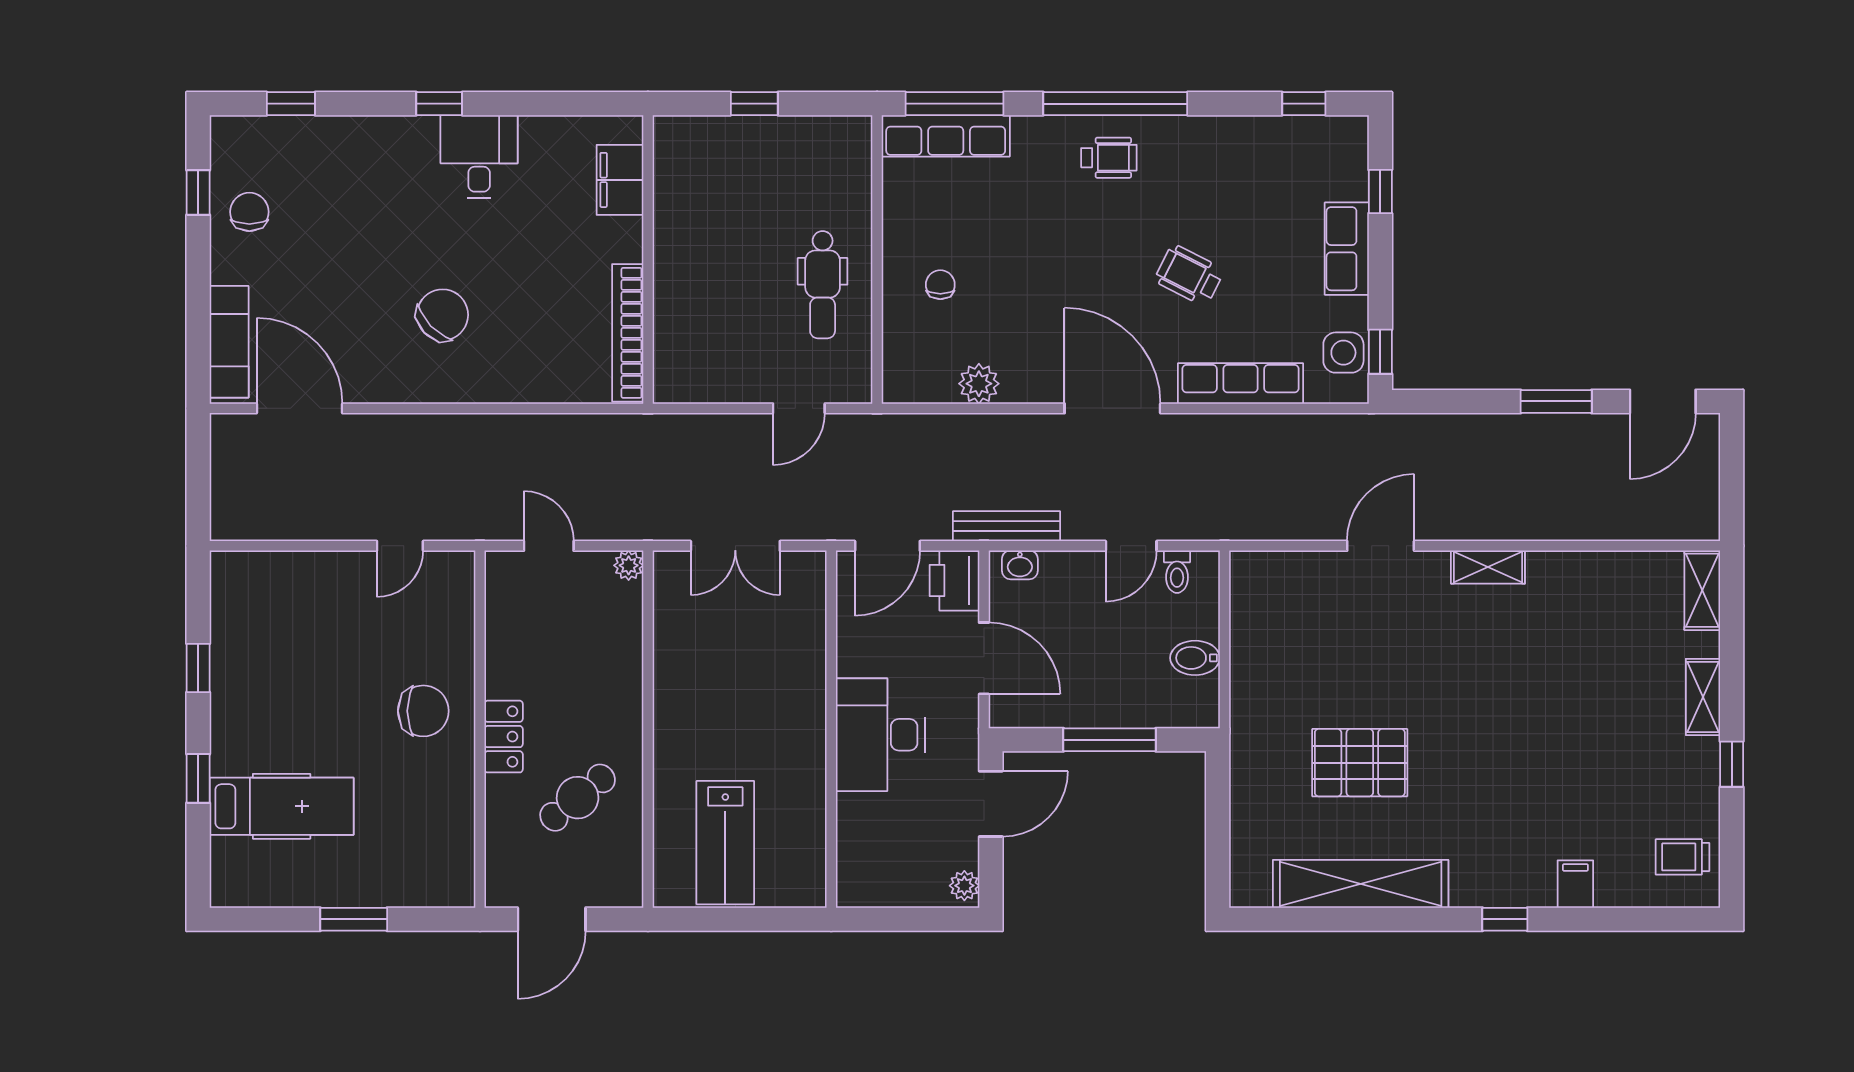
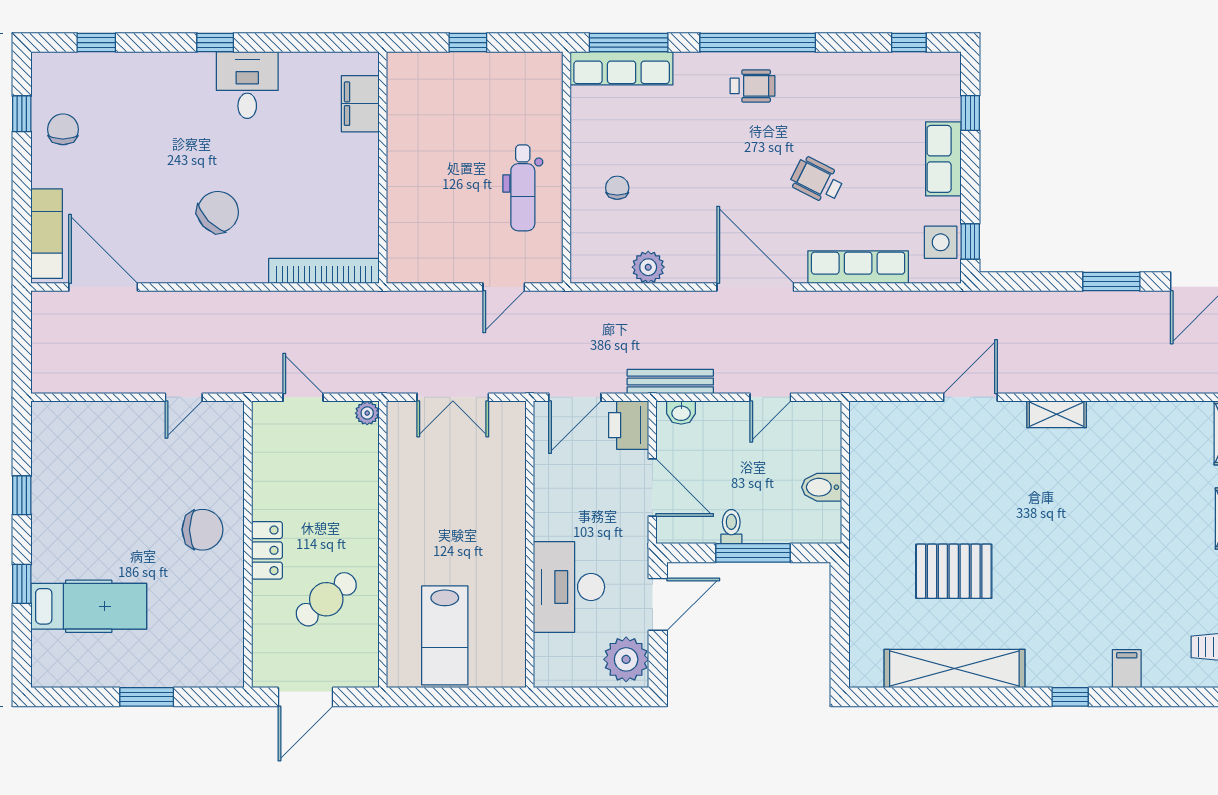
bookcase: (628, 333) -> (324, 271), moved, turned 90
toilet: (1177, 572) -> (731, 527), moved, turned 180
desk: (880, 735) -> (569, 587), moved
plant: (964, 886) -> (626, 659), width x1.88, depth x1.88

